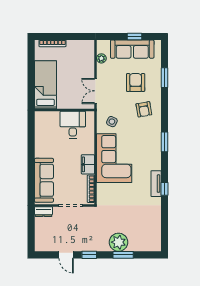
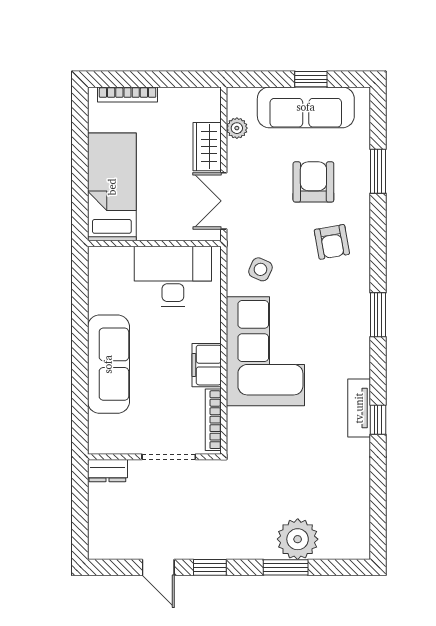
wardrobe: (88, 67) -> (207, 147), added
desk: (73, 125) -> (173, 276), width x1.37
sofa: (44, 180) -> (108, 364), moved
plant: (119, 242) -> (298, 539), moved

